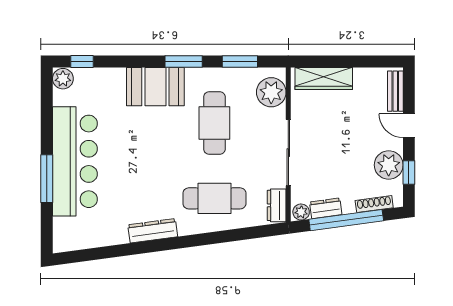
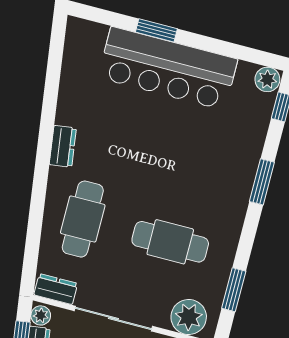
window: (184, 62) -> (262, 182), moved
booth: (155, 87) -> (230, 184), removed
window: (47, 179) -> (156, 30), width x0.69
dresser: (153, 231) -> (63, 146), width x0.70

